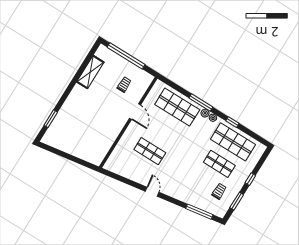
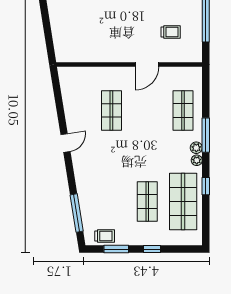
shop shelf: (177, 107) -> (183, 111), width x0.70, depth x0.74
trolley: (219, 191) -> (105, 236), moved

